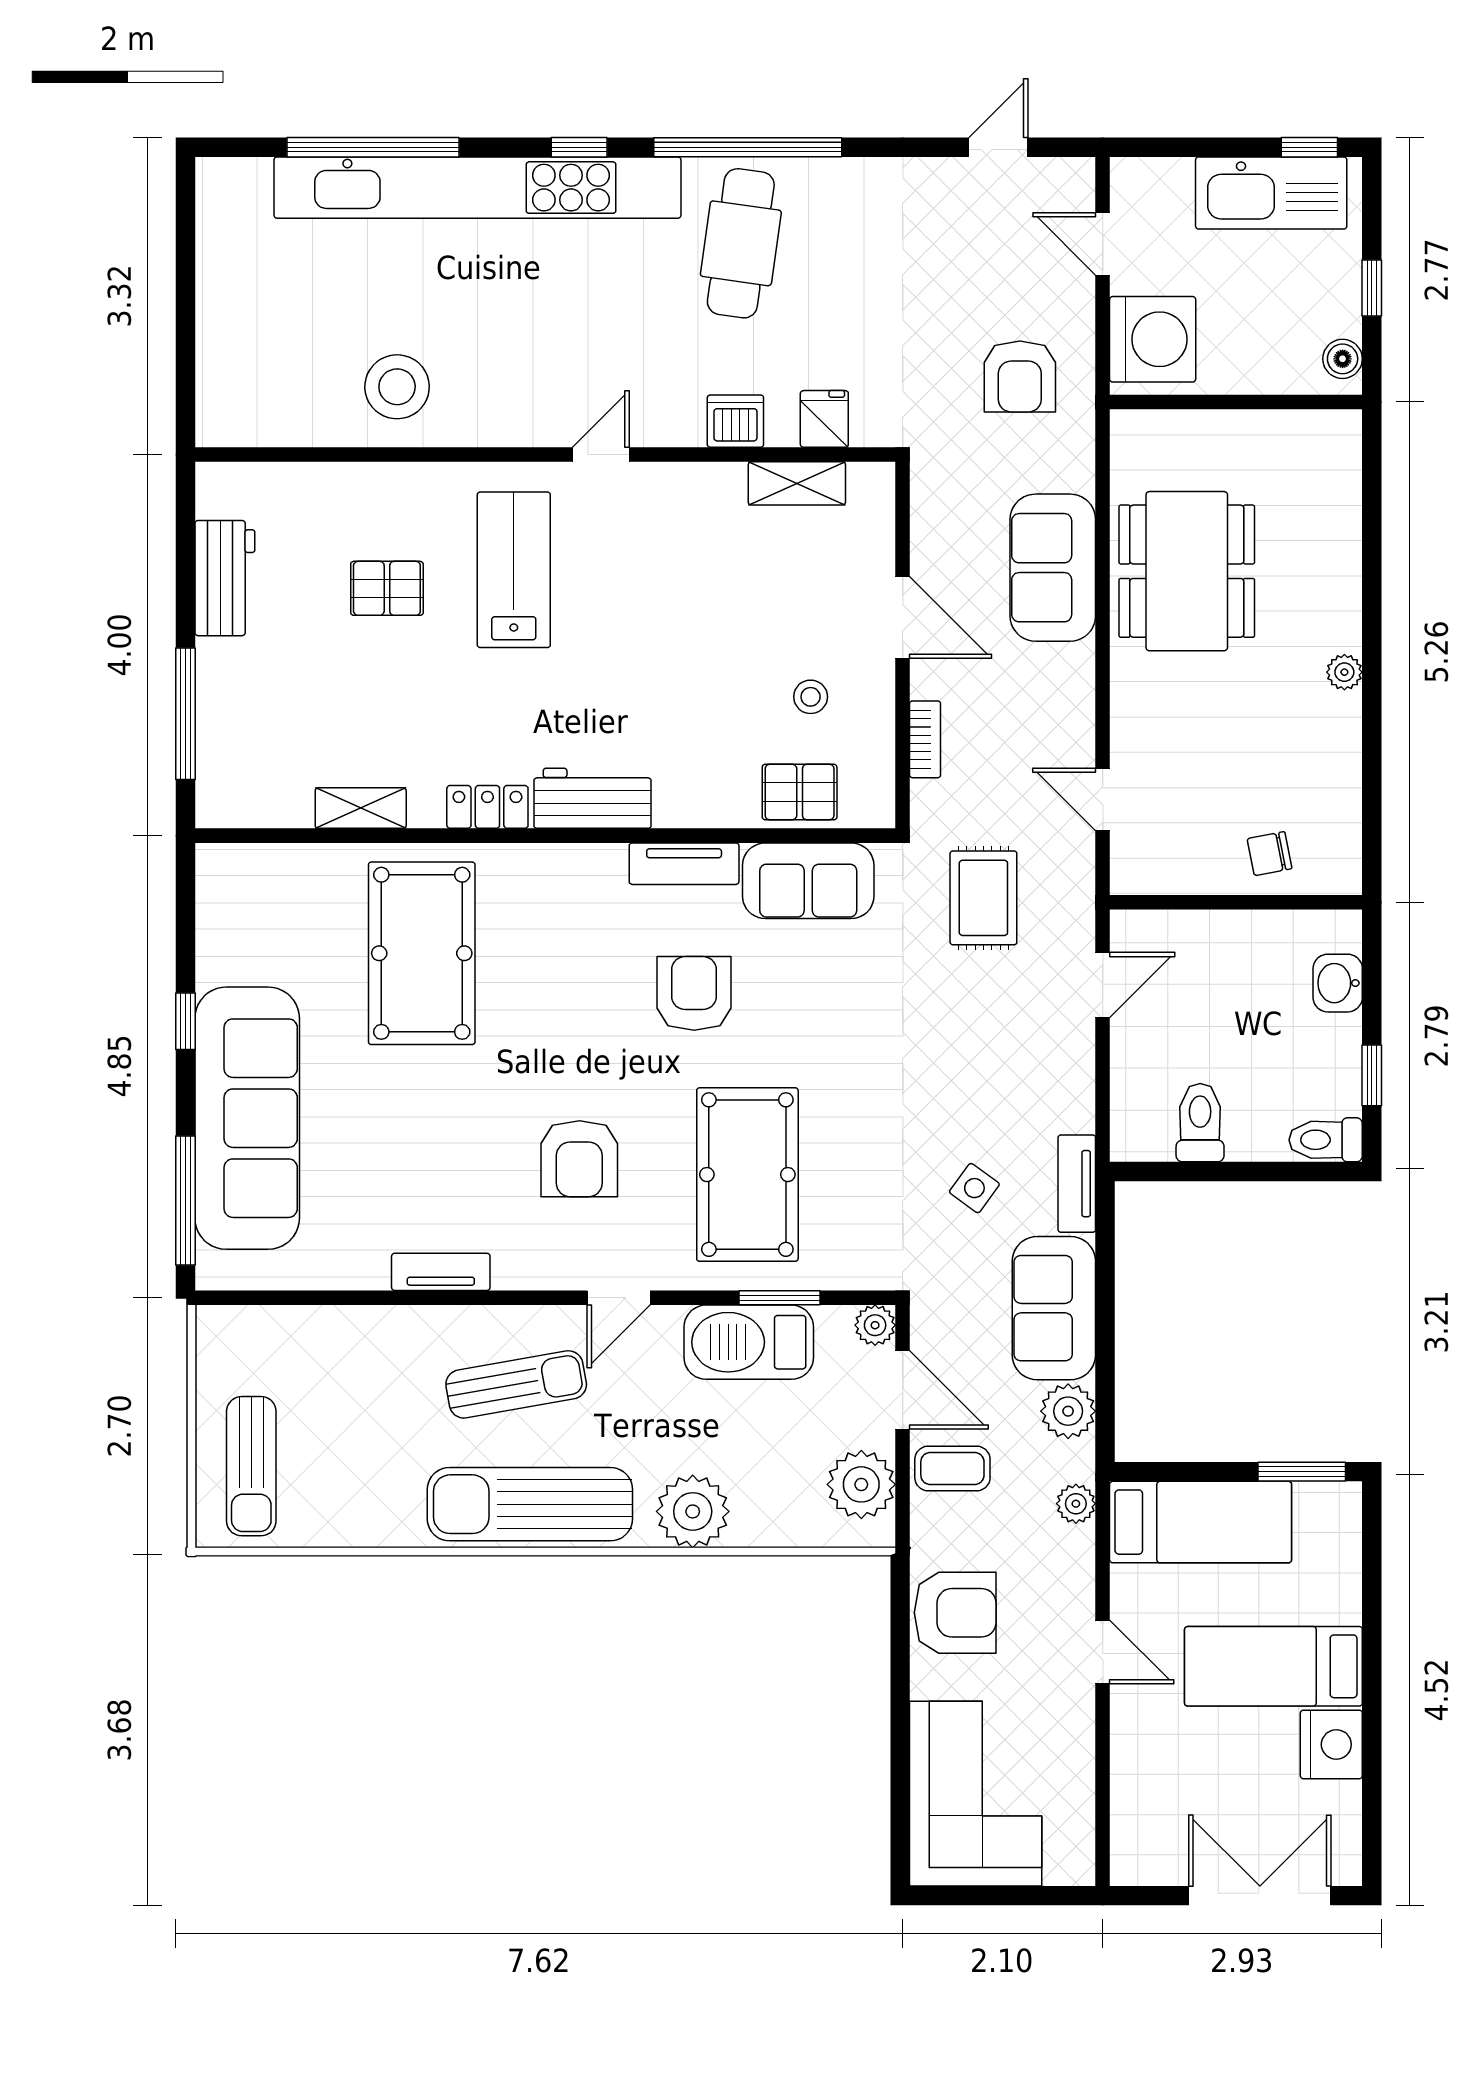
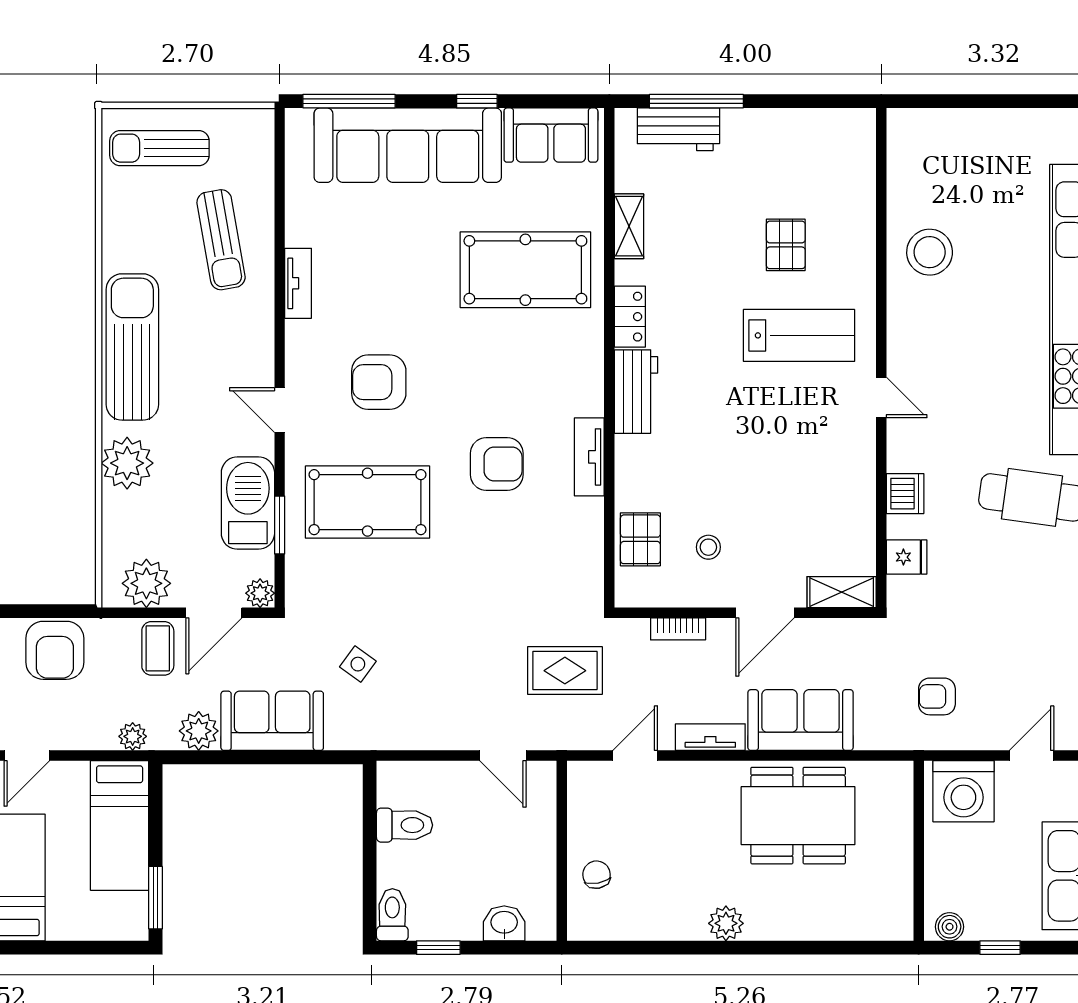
armchair: (1020, 377) -> (937, 696), width x0.72, depth x0.72
shelving: (797, 483) -> (842, 592), moved, turned 90
workbench: (225, 578) -> (678, 129), moved
plant: (1344, 672) -> (726, 923), width x1.38, depth x1.38
sofa: (808, 881) -> (551, 135), moved, turned -90
tv unit: (1077, 1184) -> (710, 737), moved
sun lounger: (516, 1384) -> (221, 240), moved

